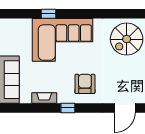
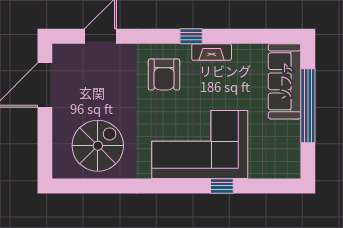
fireplace: (44, 98) -> (212, 52), moved

